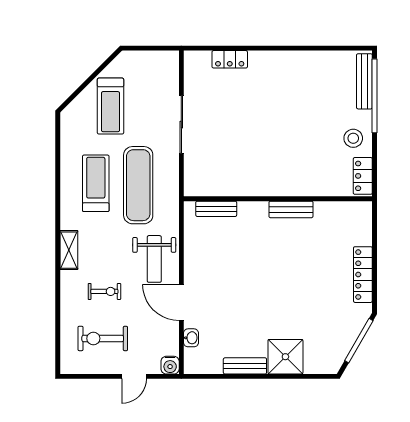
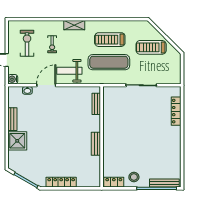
locker: (230, 59) -> (176, 111), width x1.53
treadmill: (96, 183) -> (110, 40), turned 180

